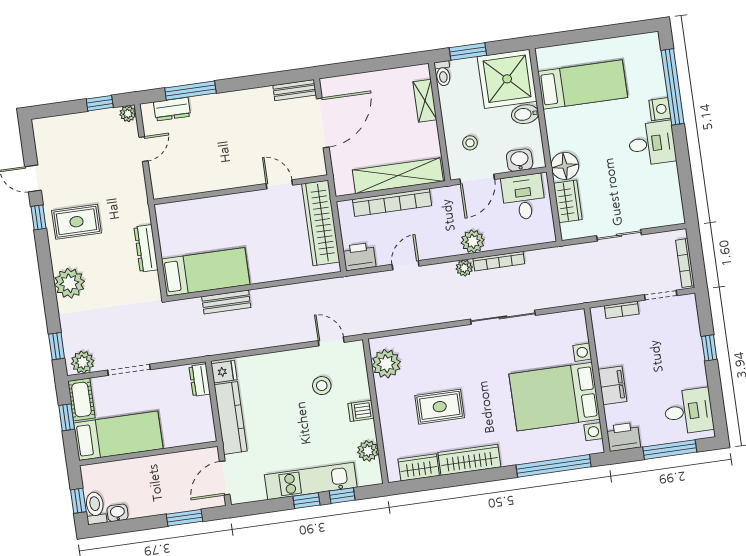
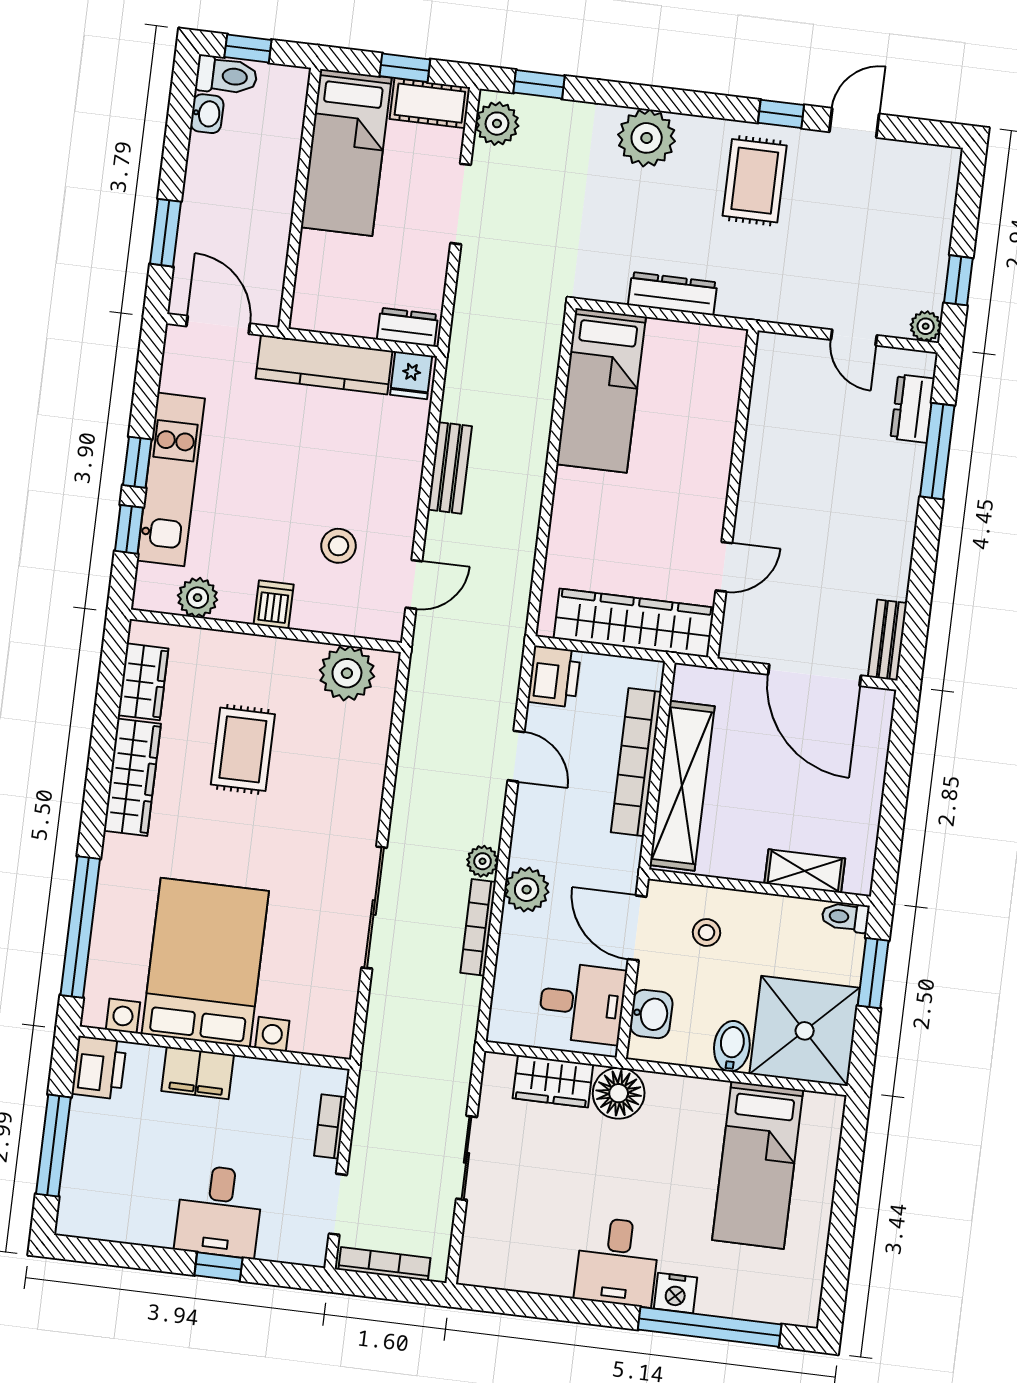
bench: (226, 302) -> (450, 468), moved
desk: (689, 411) -> (219, 1211), moved

